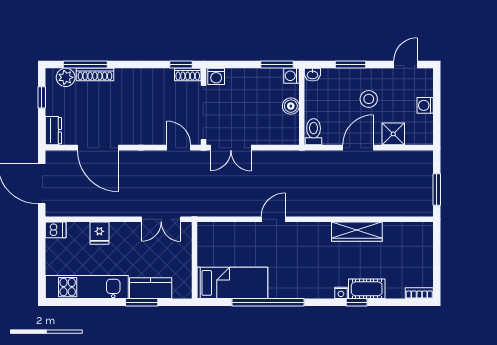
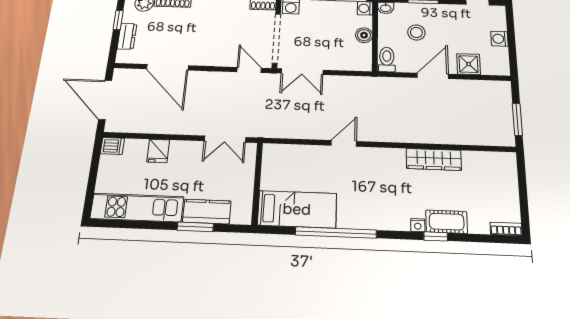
stool: (369, 99) -> (416, 32), moved
dresser: (53, 131) -> (127, 36), moved

